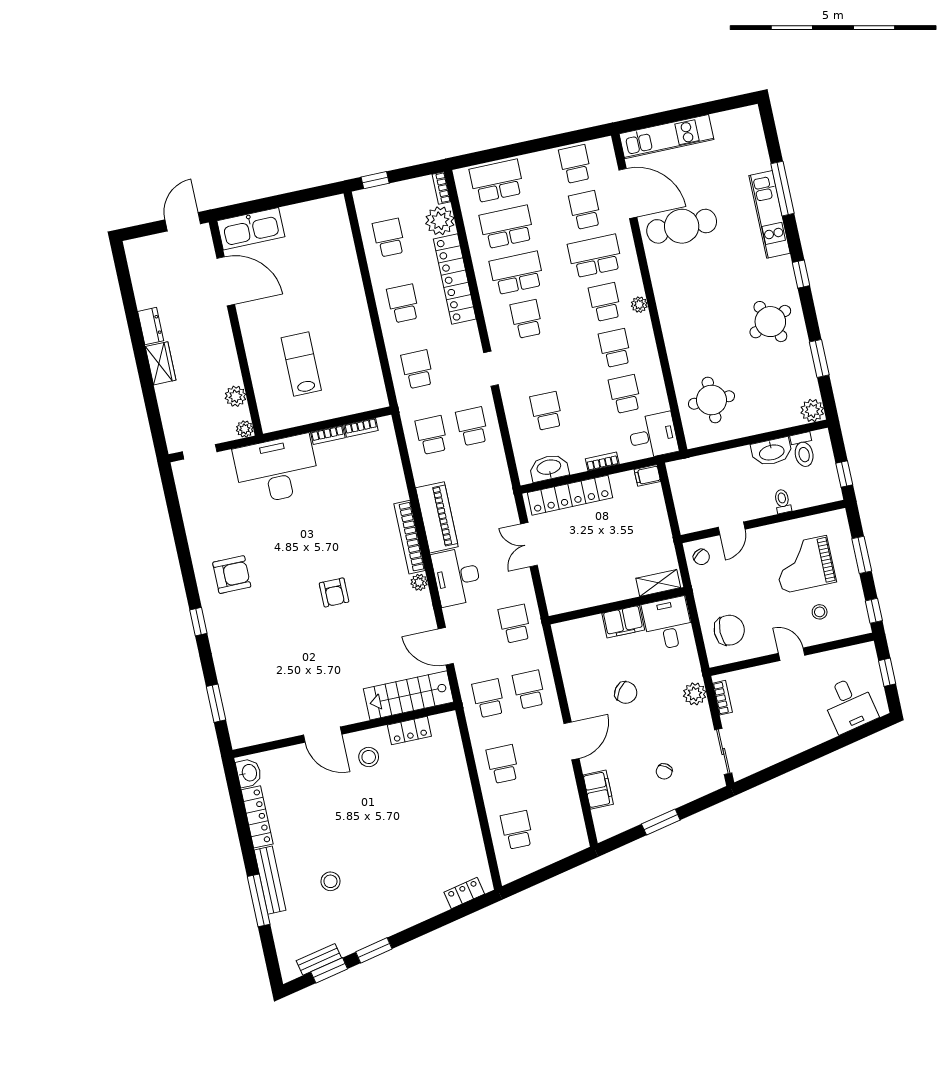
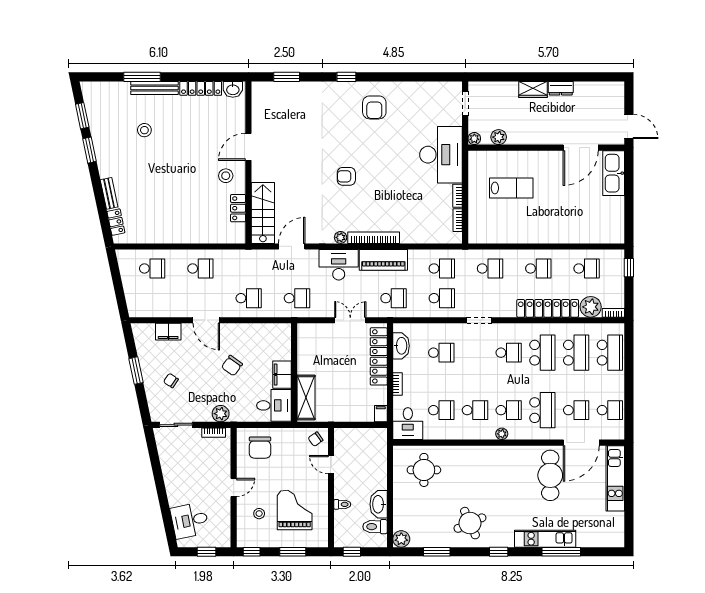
shelving: (658, 583) -> (306, 398), width x1.50, depth x1.33
school desk: (488, 698) -> (393, 298), moved
bench: (319, 959) -> (109, 193), moved

